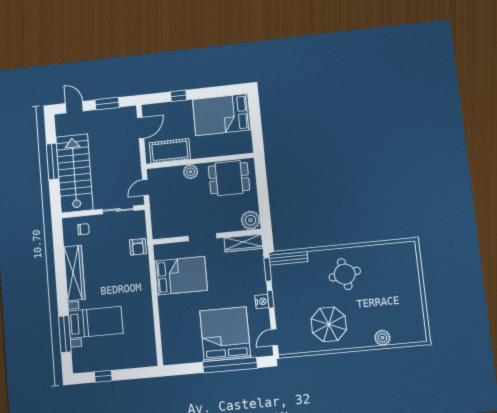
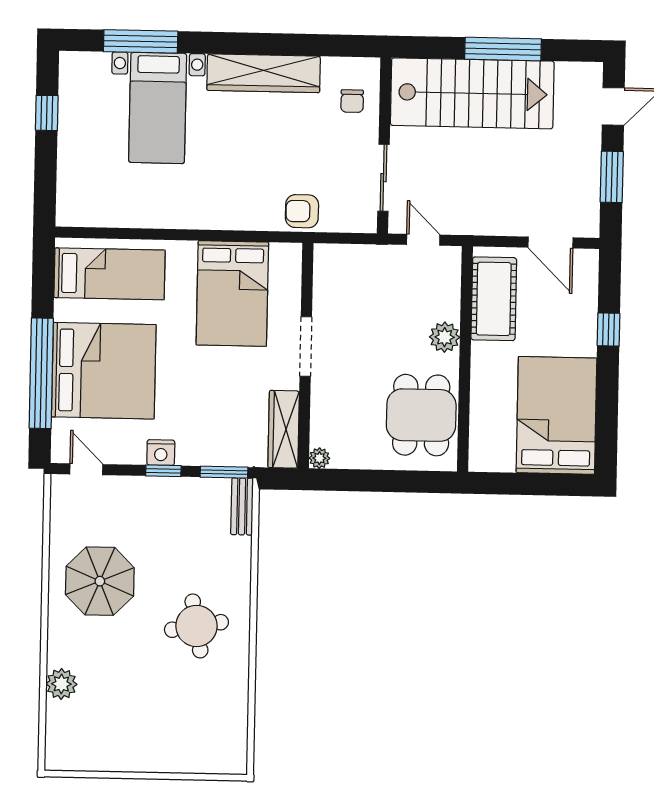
plant: (251, 220) -> (319, 458), width x0.53, depth x0.53
bench: (288, 258) -> (242, 506), width x0.73
bed: (178, 337) -> (109, 274), added

